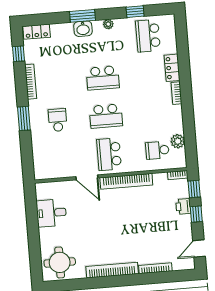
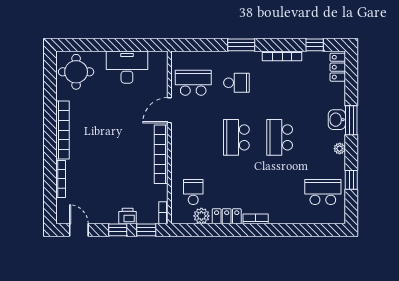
locker: (172, 68) -> (227, 216), moved
school desk: (109, 154) -> (193, 83), moved
desk: (51, 213) -> (127, 67), width x1.37

